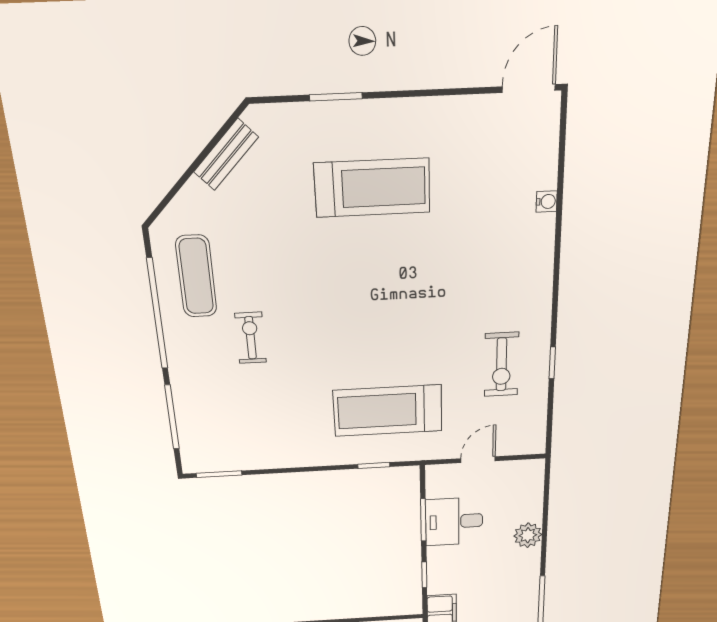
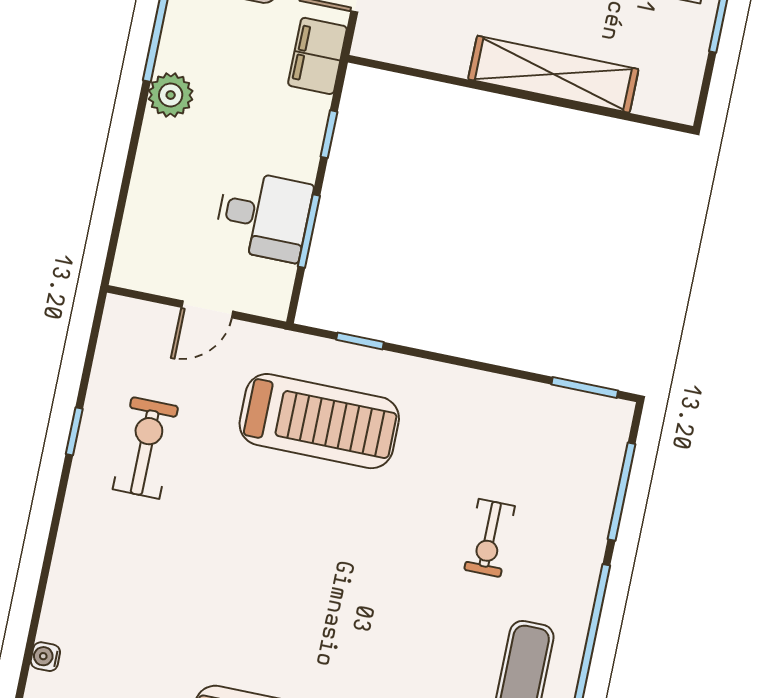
exercise bike: (251, 338) -> (490, 538), moved
plant: (528, 535) -> (171, 95), moved

